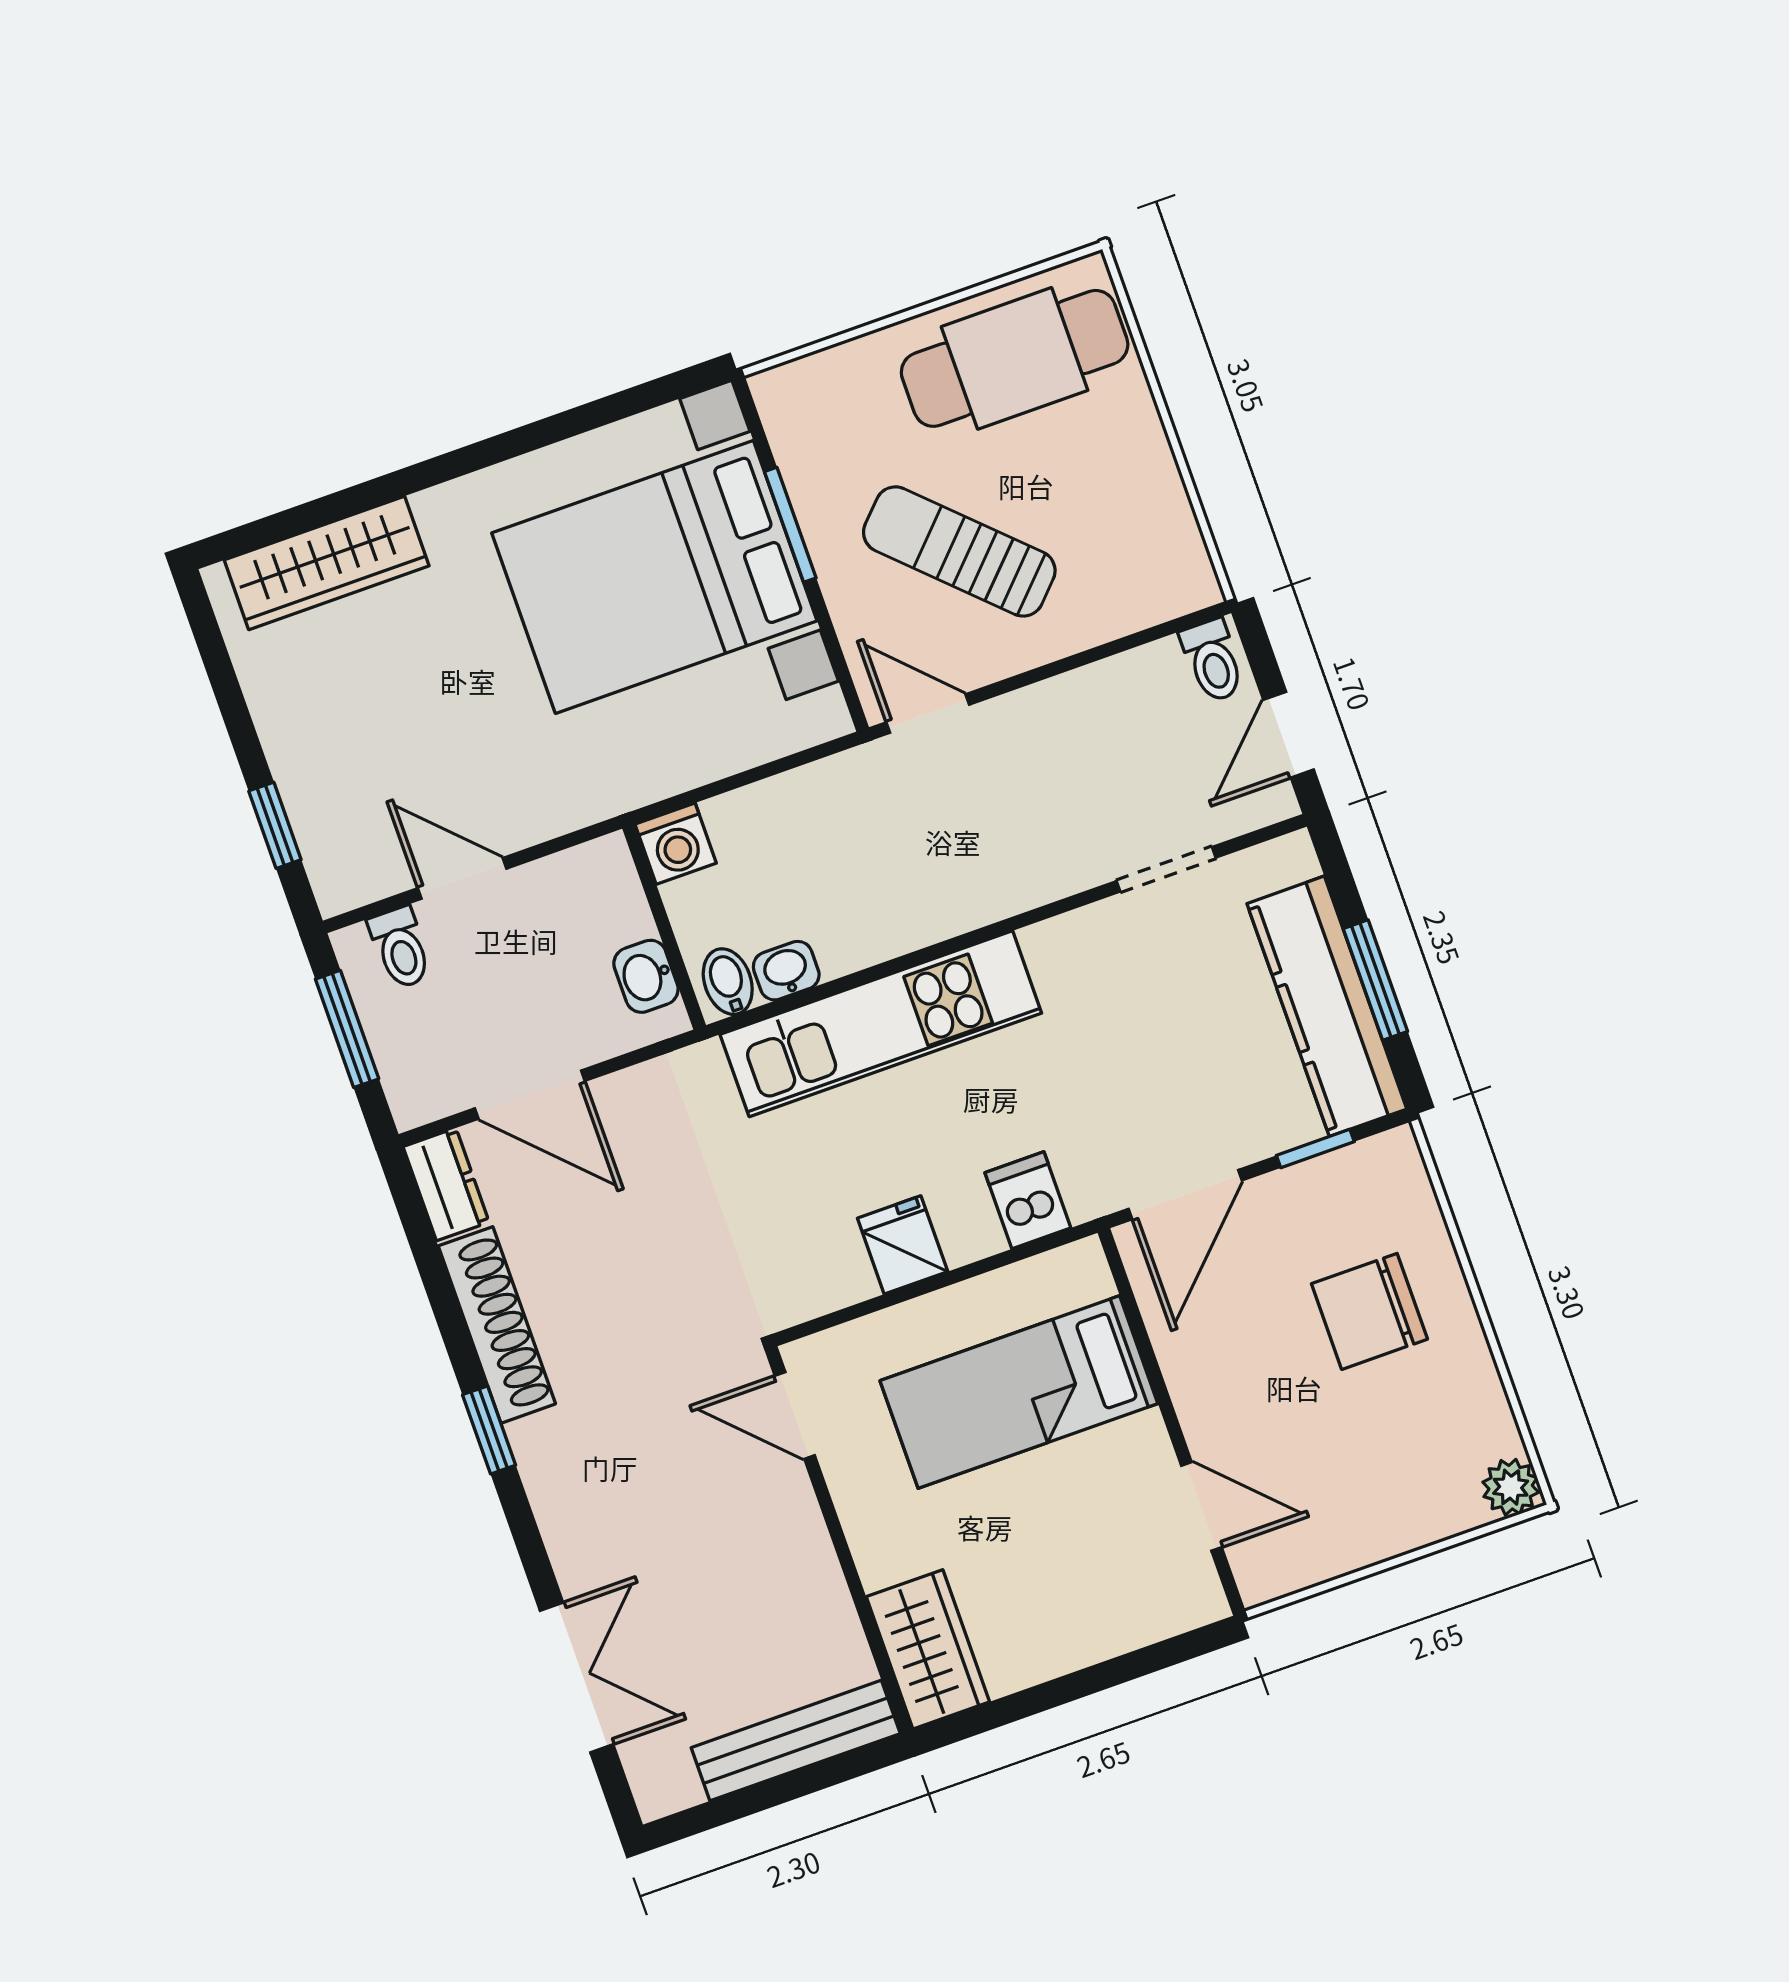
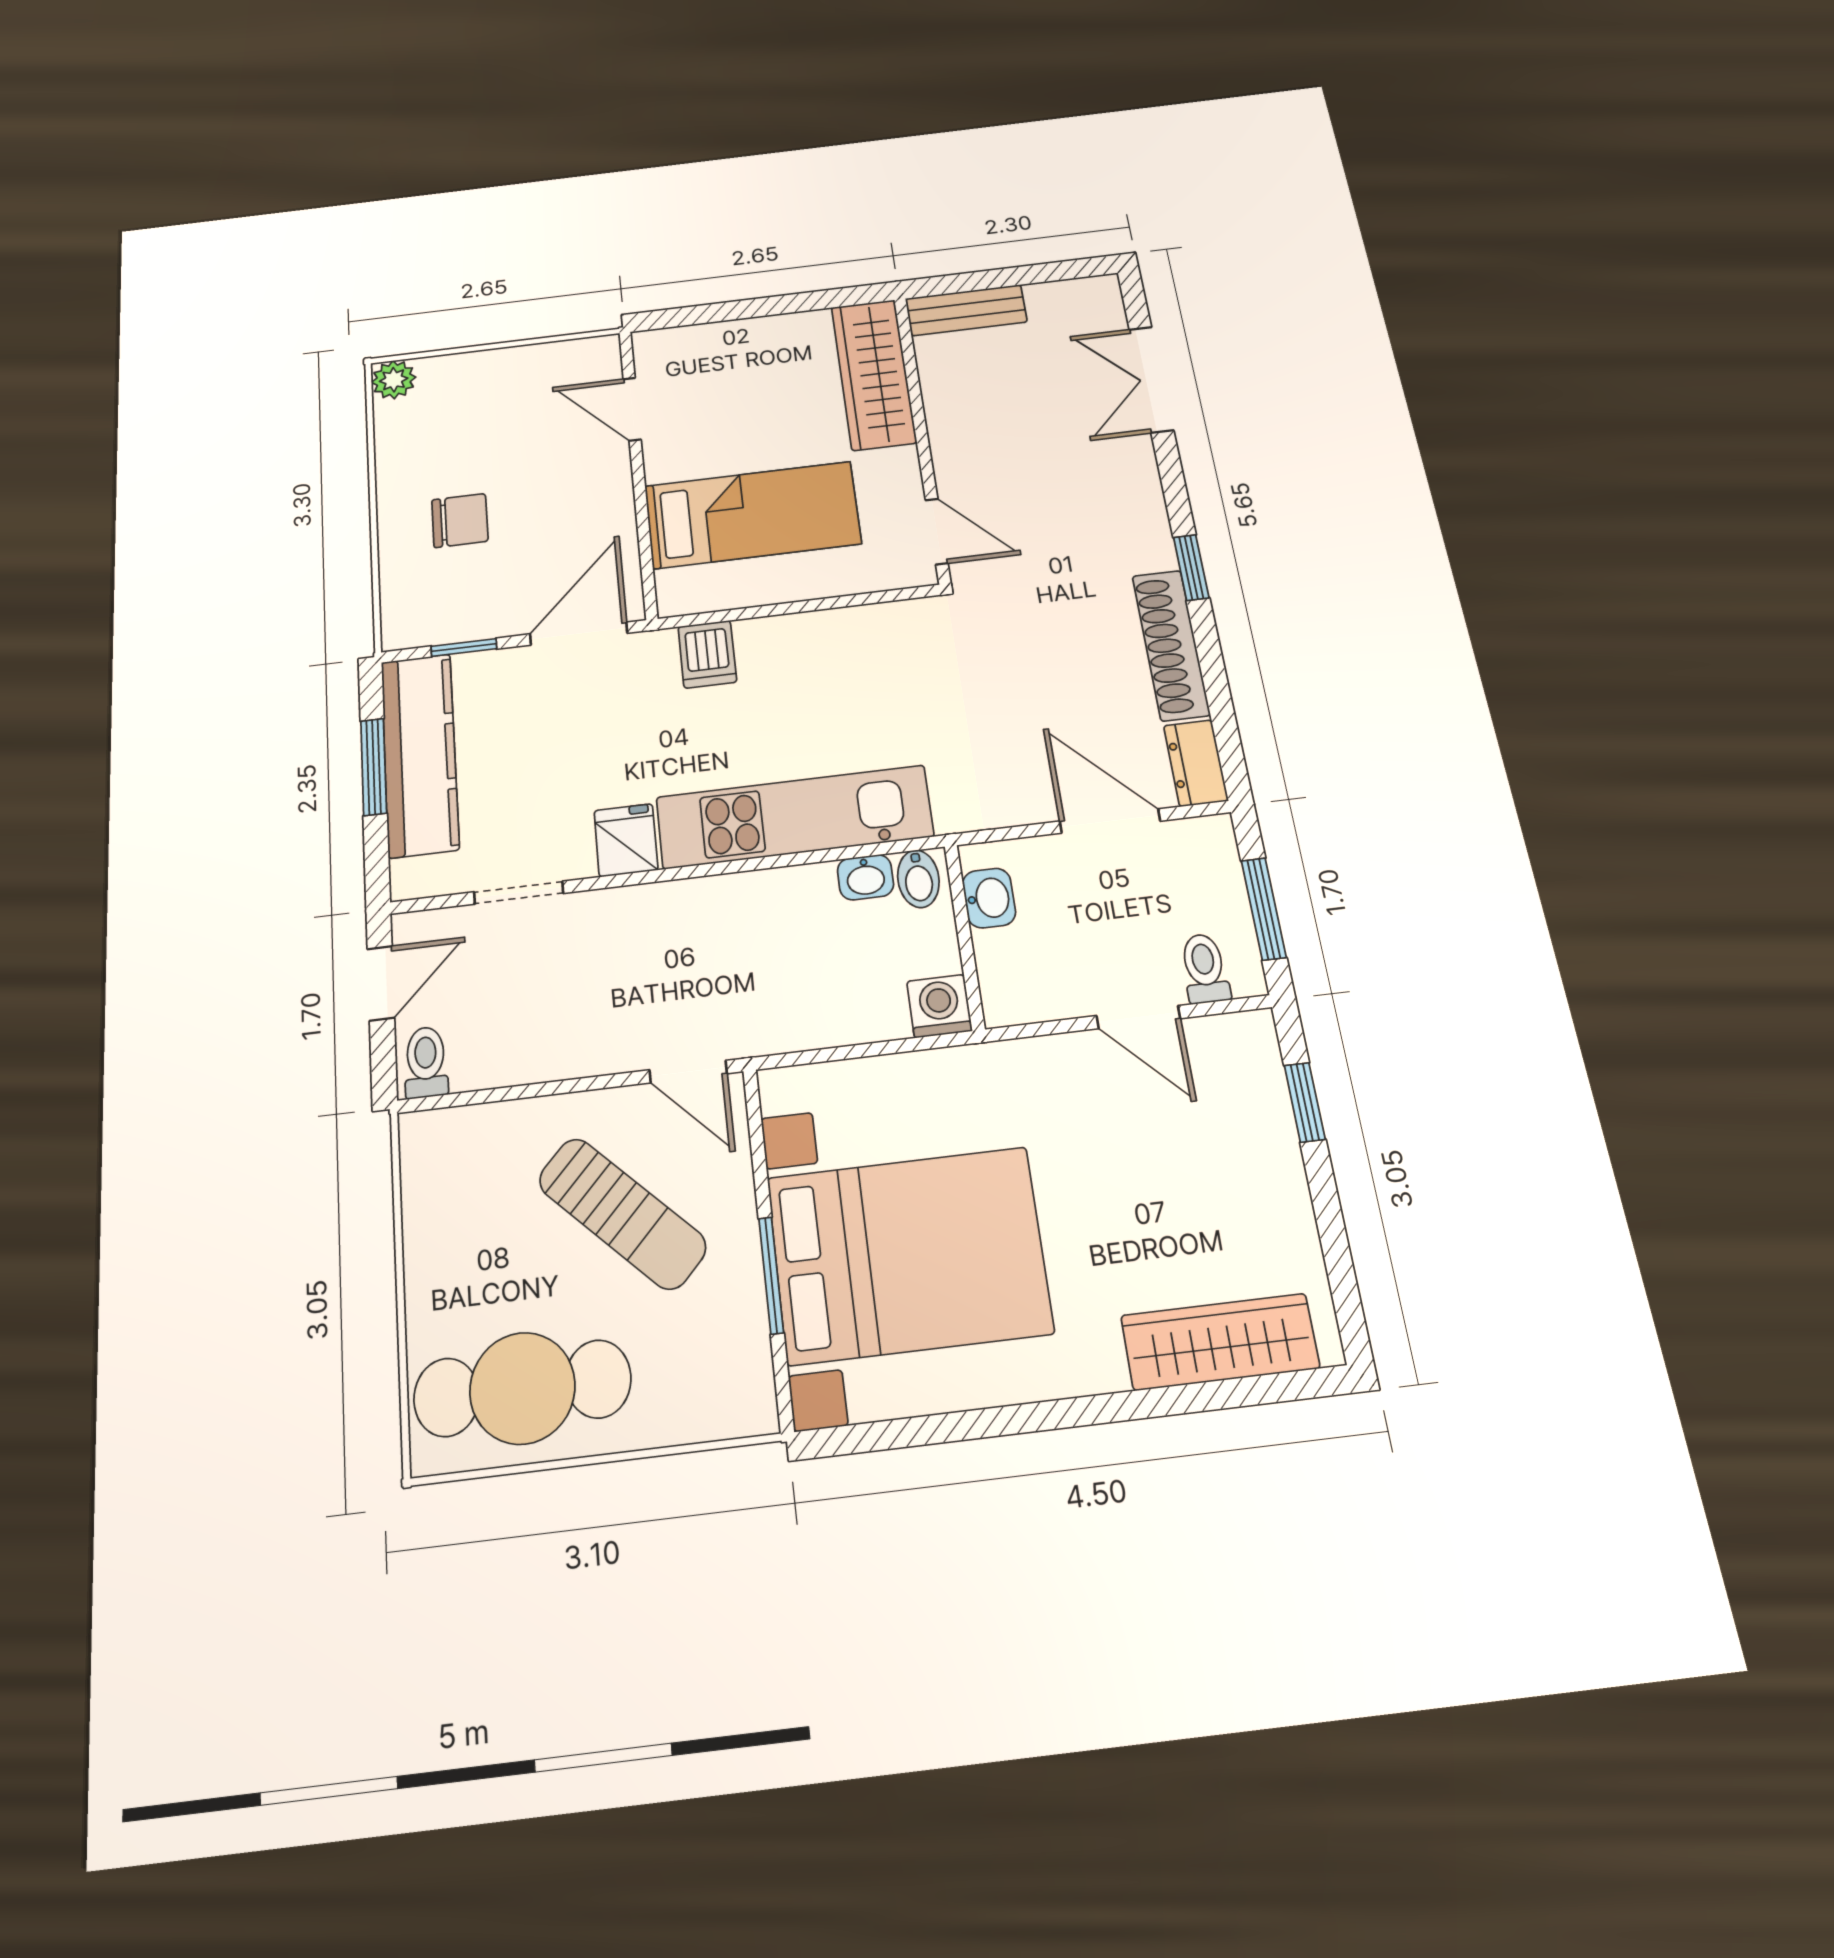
fridge: (903, 1245) -> (626, 840), moved, turned 180
chair: (1369, 1311) -> (460, 521), width x0.73, depth x0.73
wardrobe: (928, 1649) -> (874, 374), width x1.50
bench: (796, 1741) -> (966, 310), width x0.73

